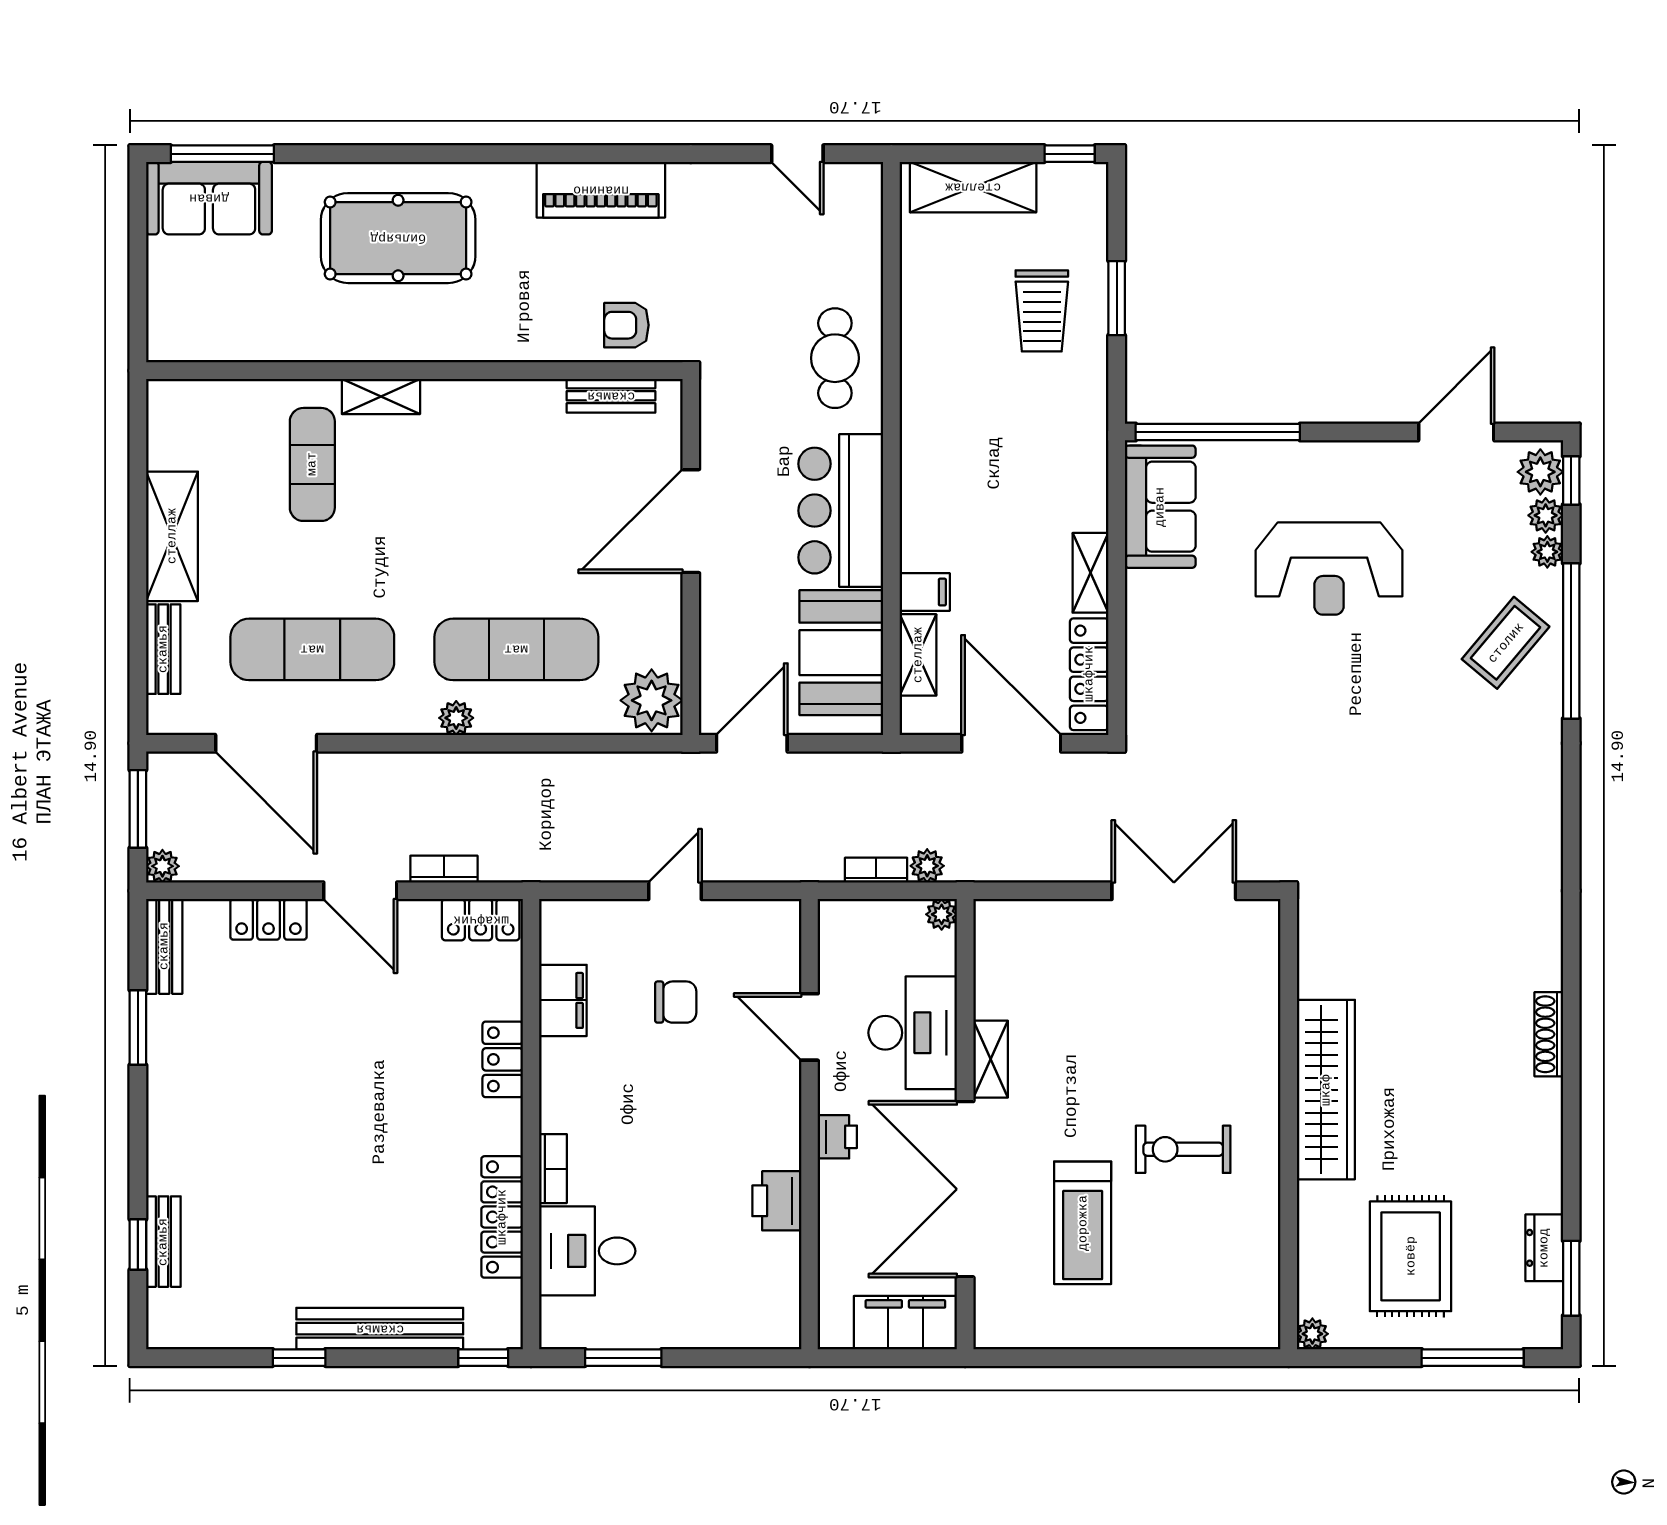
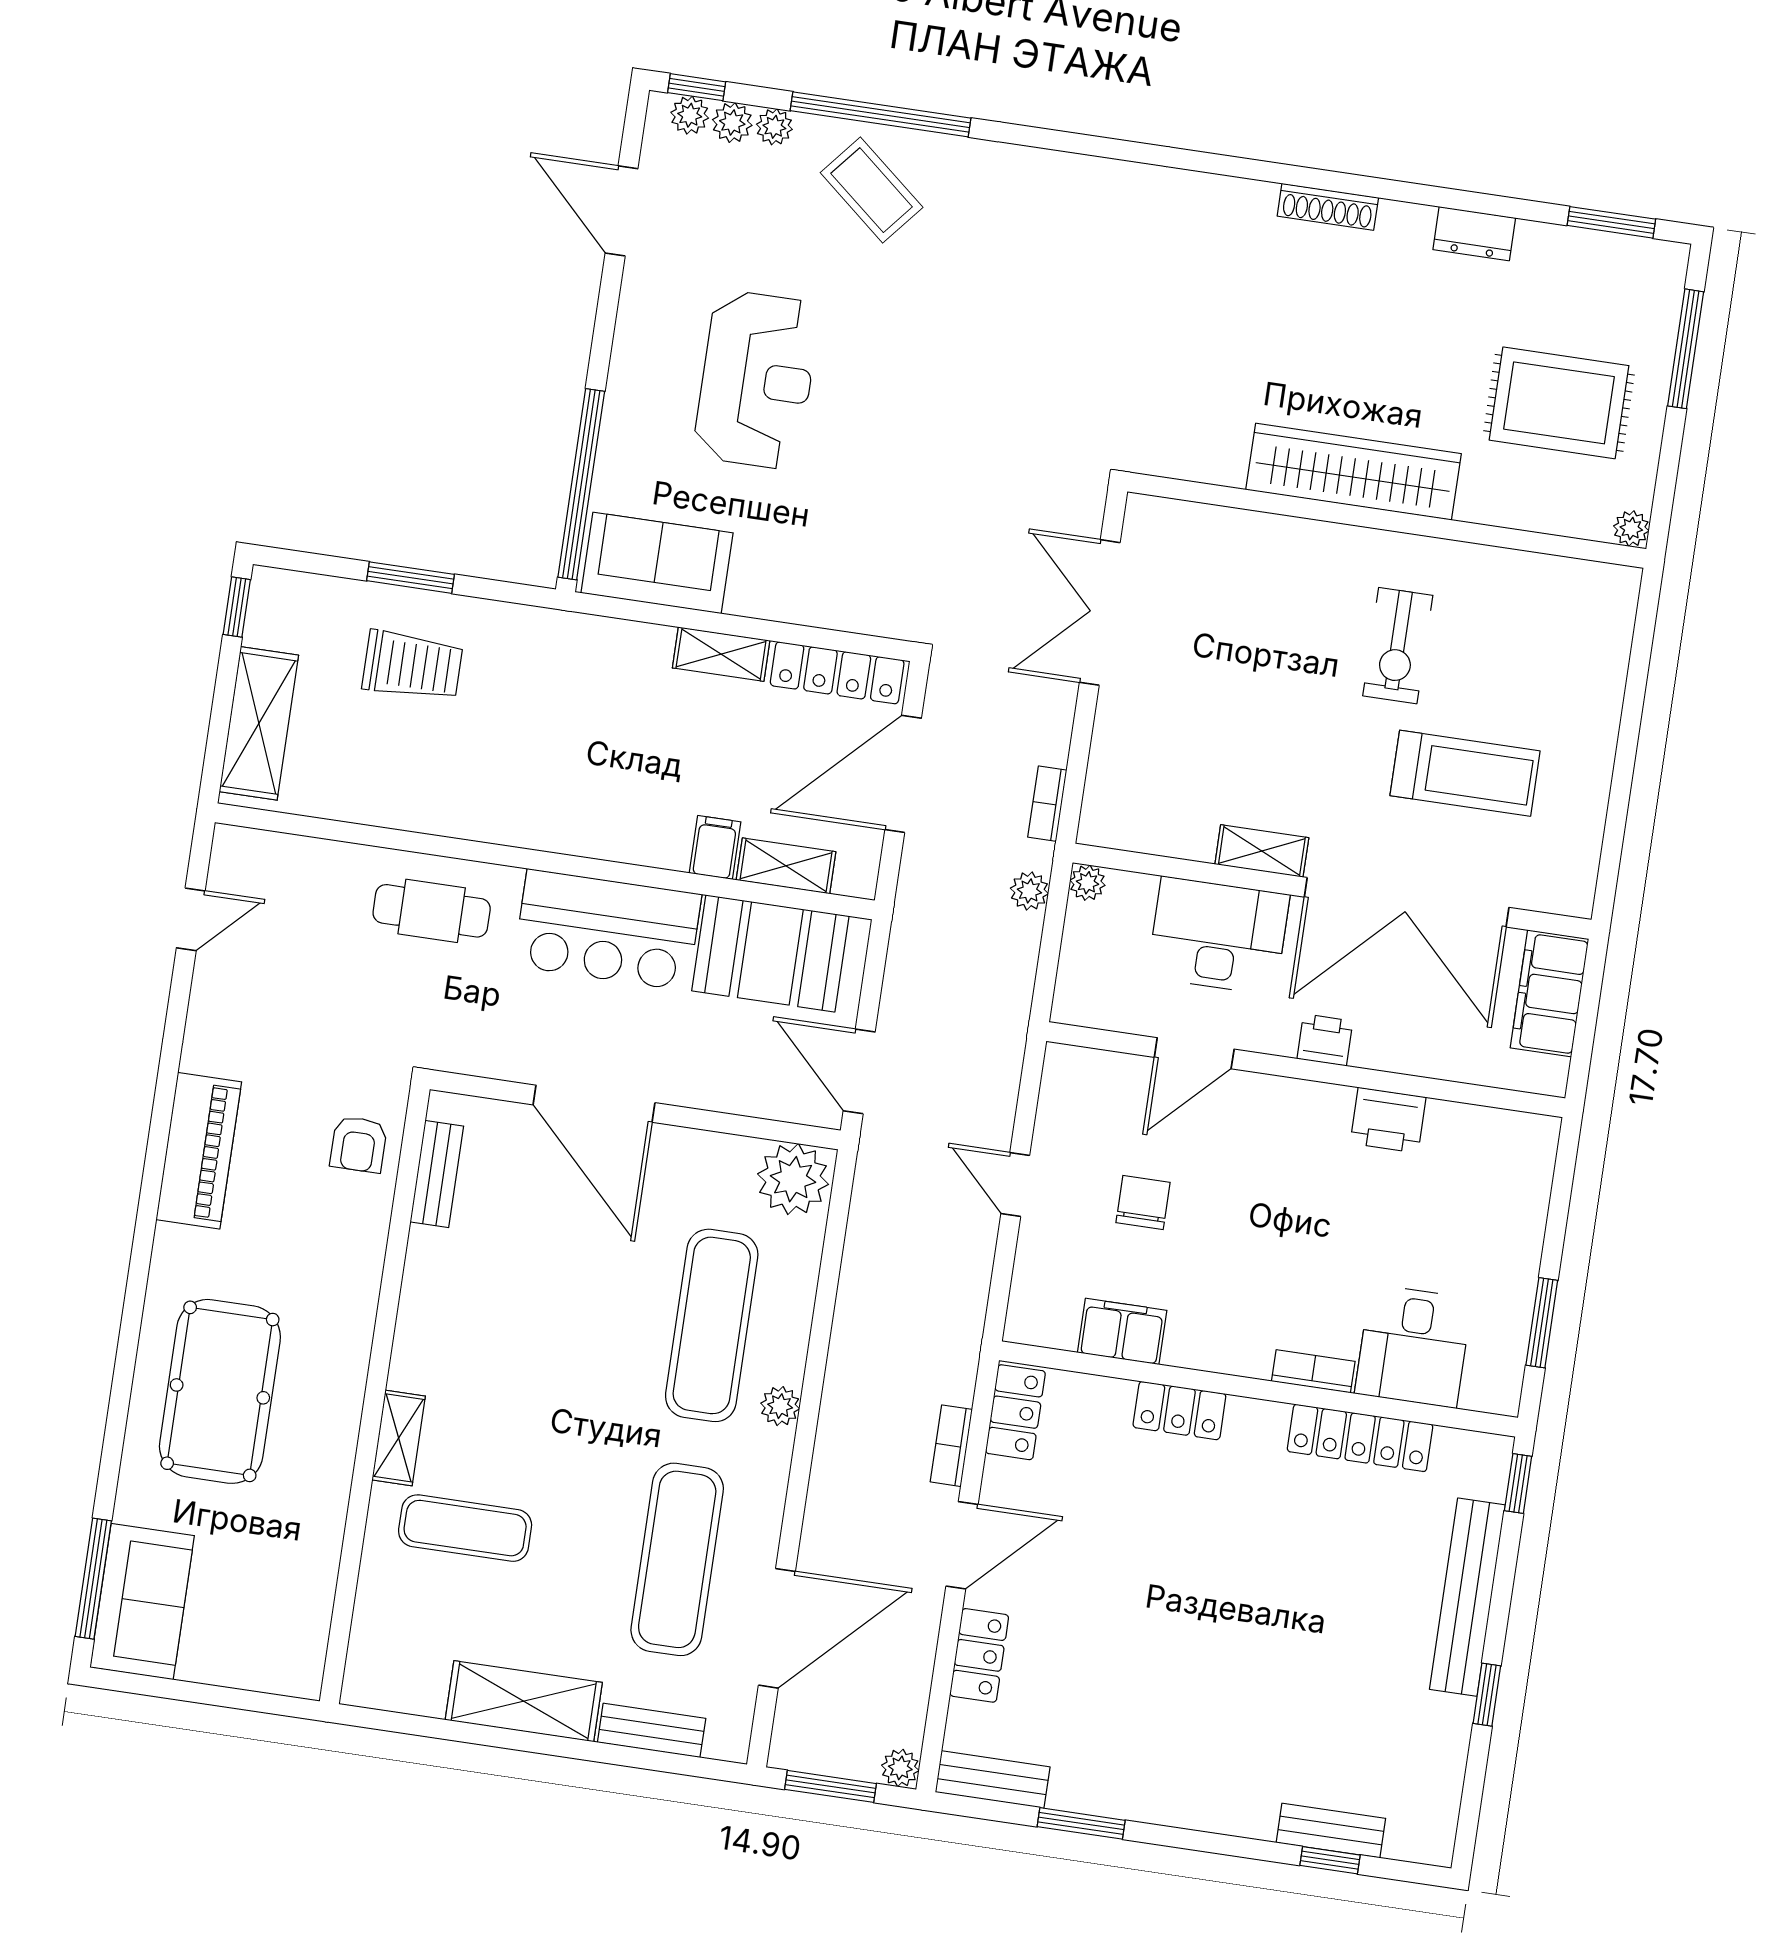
plant: (1540, 472) -> (690, 115), width x0.73, depth x0.73
bookcase: (876, 870) -> (1047, 804), moved
dresser: (1544, 1248) -> (1474, 234), moved

